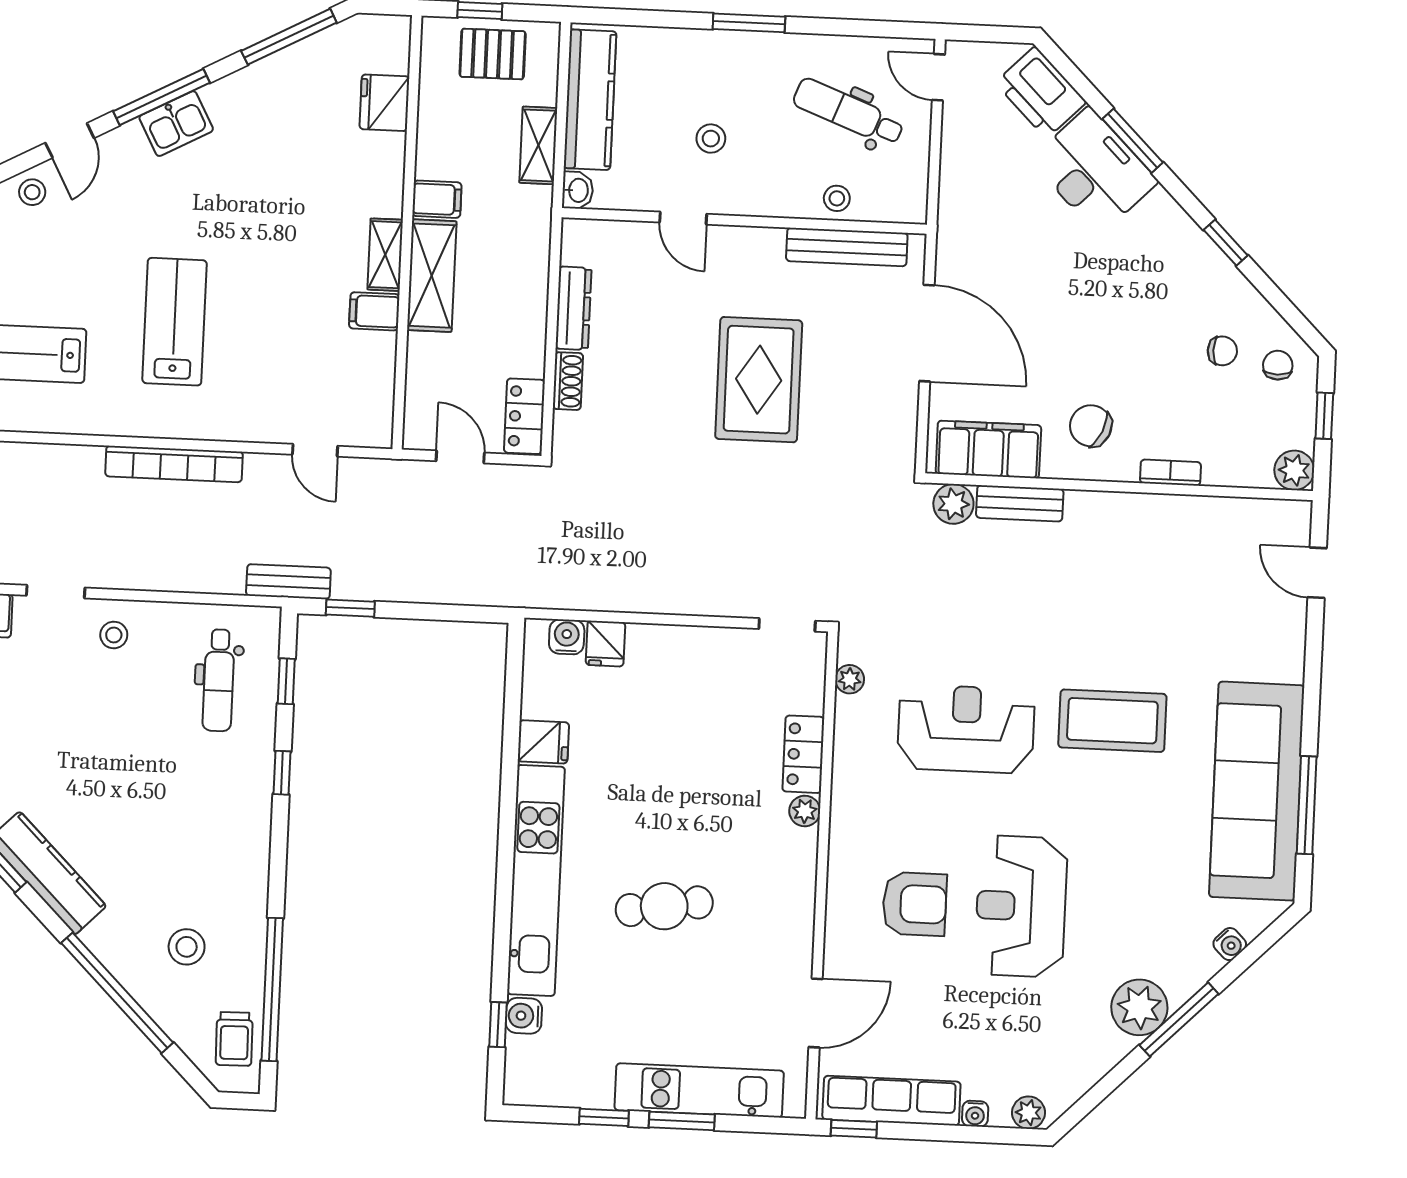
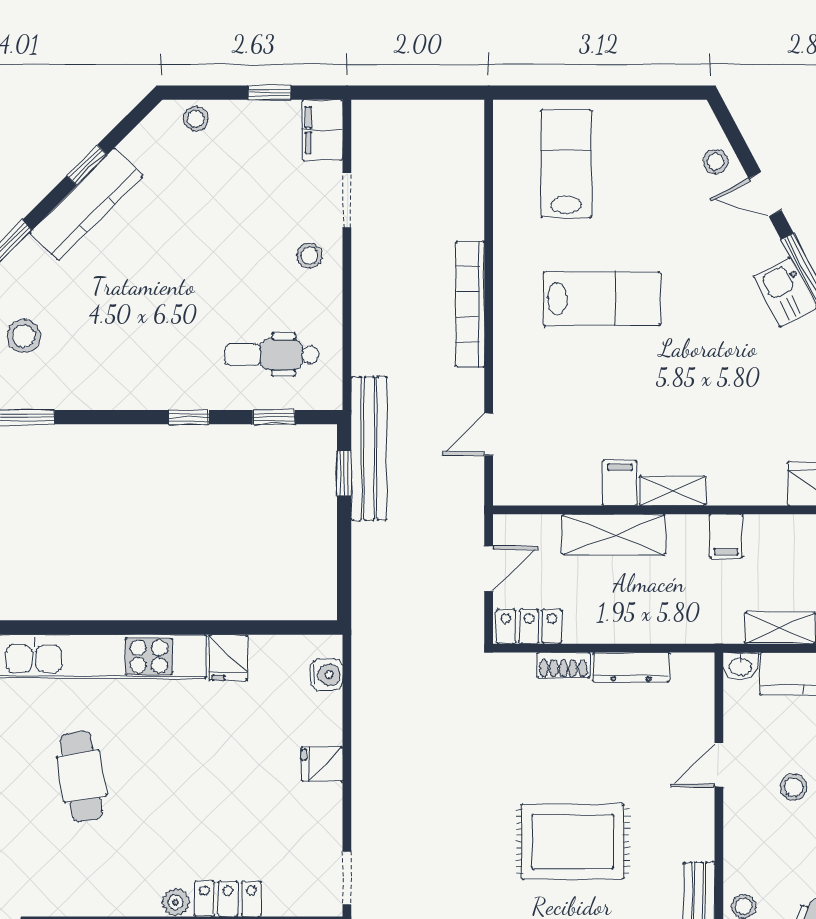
shelving: (432, 276) -> (614, 535), moved
bench: (288, 582) -> (369, 448), width x1.86, depth x1.21
fridge: (605, 644) -> (322, 764), moved

